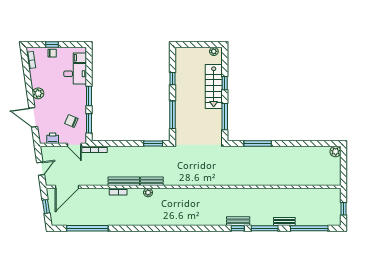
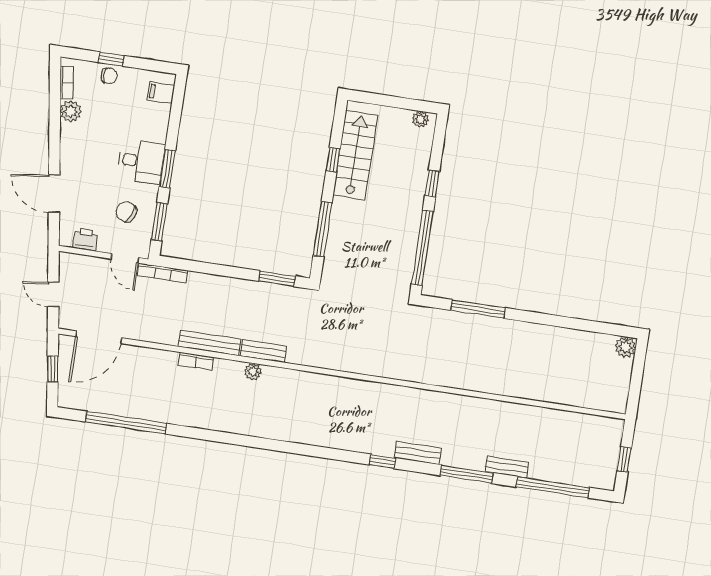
desk: (75, 74) -> (141, 161), moved
stairs: (214, 86) -> (355, 155), moved, turned 180
plant: (38, 93) -> (71, 111), moved
window: (225, 117) -> (422, 248), width x1.46
door: (41, 169) -> (53, 295), swing flipped
window: (238, 228) -> (382, 461), moved

